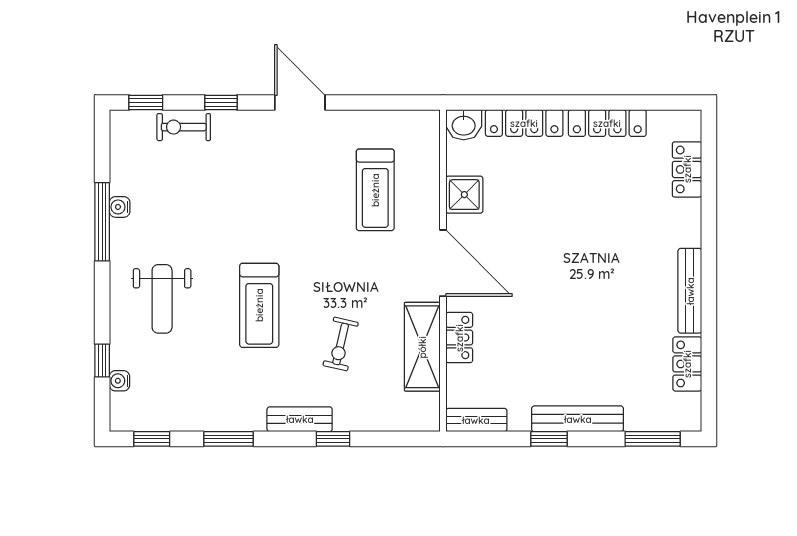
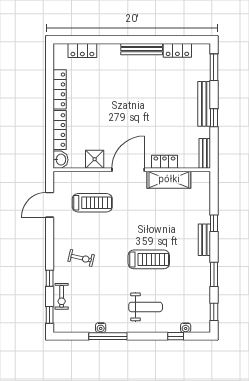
door: (300, 102) -> (50, 205), moved
exercise bike: (341, 344) -> (81, 258), moved

